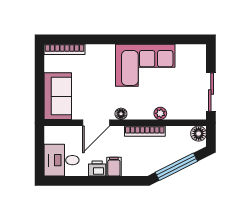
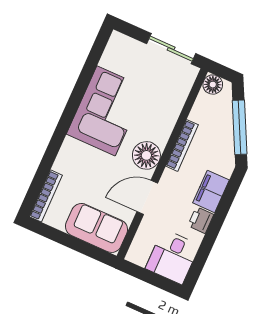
plant: (160, 113) -> (170, 118), removed
floor lamp: (121, 114) -> (146, 155), width x1.89, depth x1.89
door: (96, 123) -> (147, 197), swing flipped
filing cabinet: (114, 167) -> (211, 191), width x2.00

